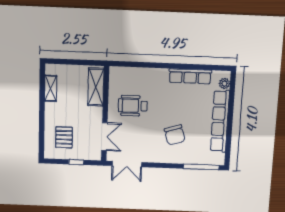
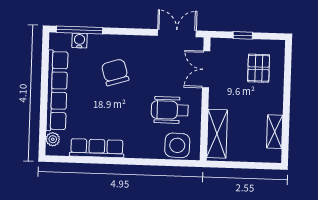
side table: (127, 78) -> (177, 145), added
wheelchair: (133, 106) -> (170, 110), turned 180
water cooler: (201, 159) -> (79, 41), added

